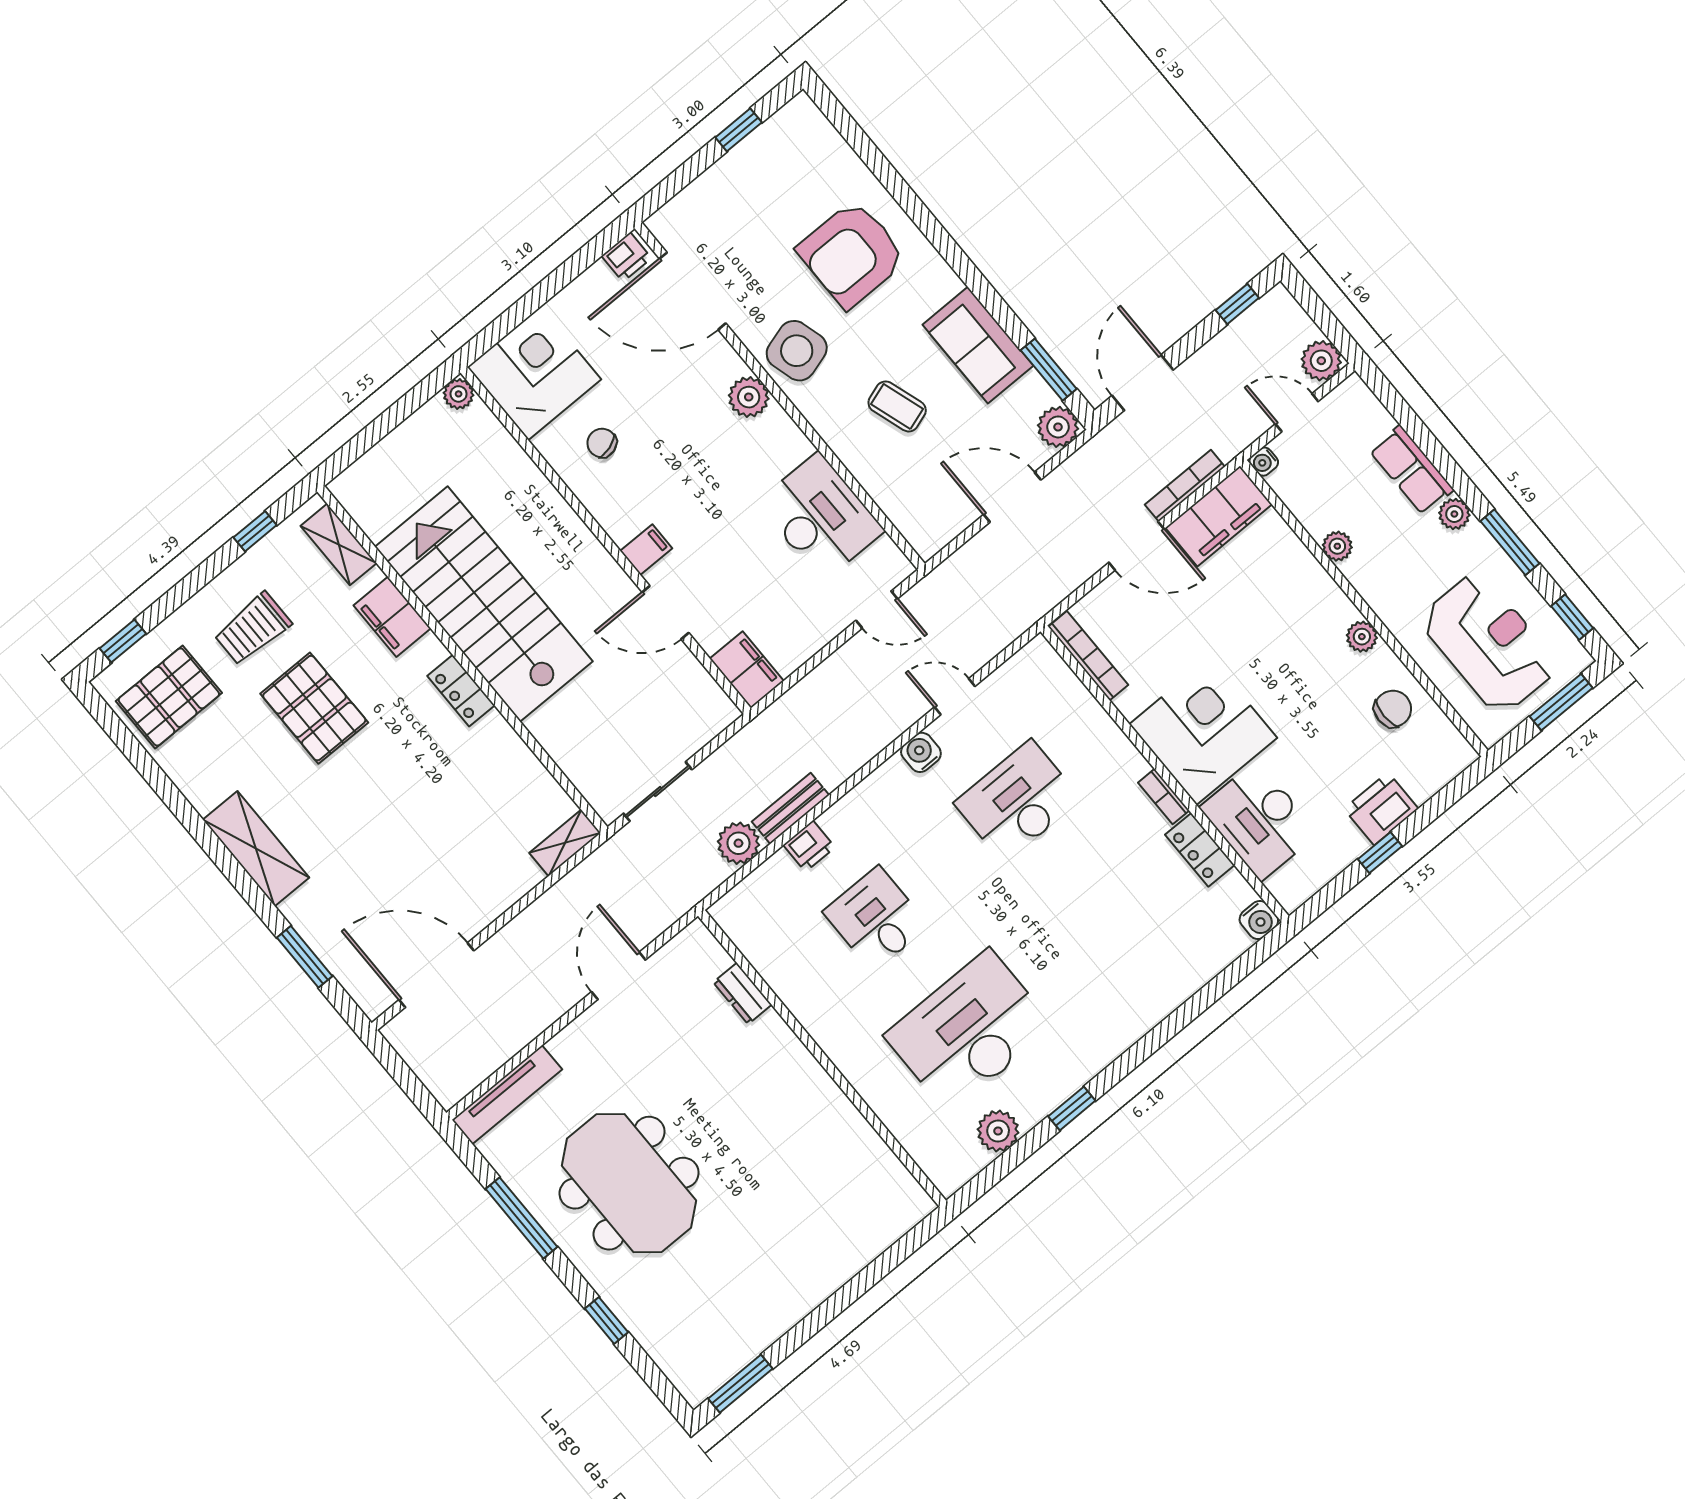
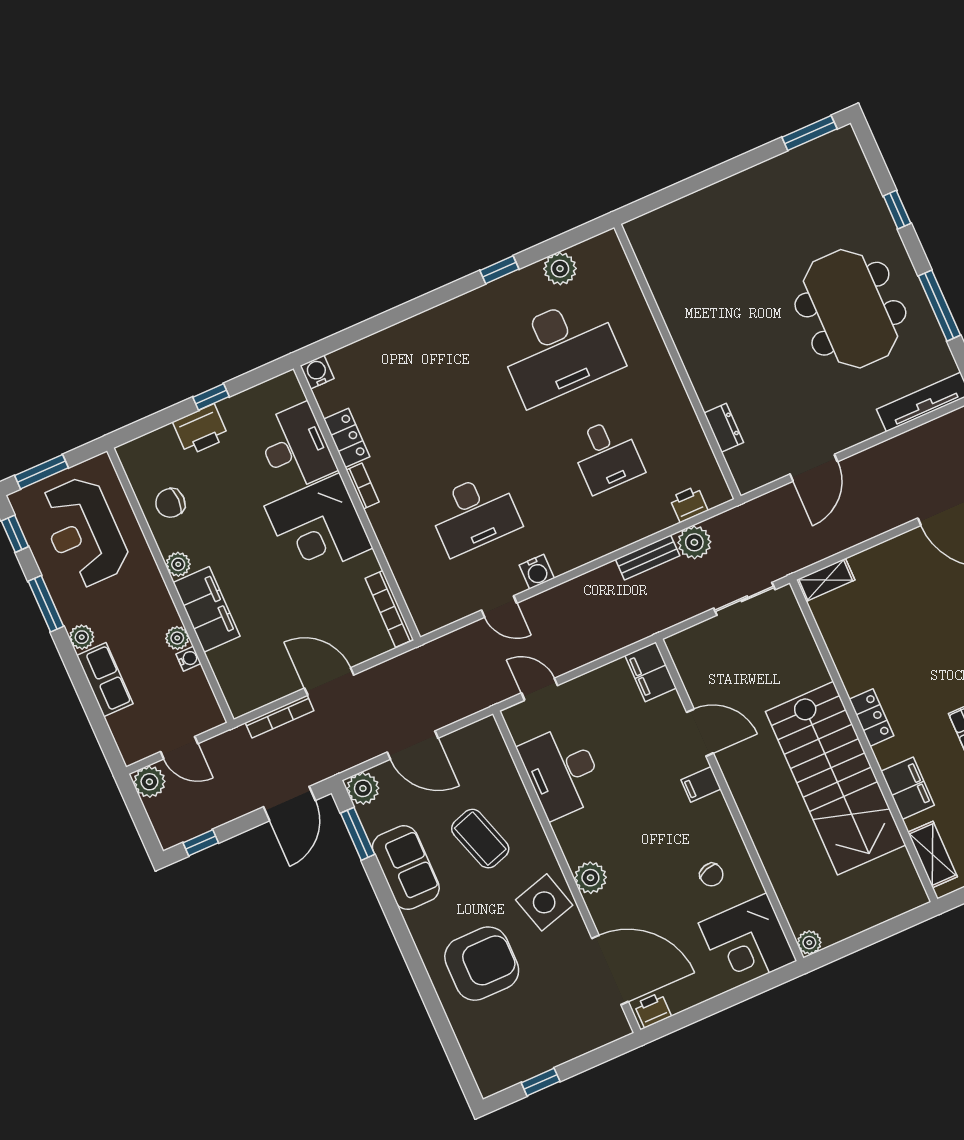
coffee table: (897, 406) -> (480, 839), width x1.36, depth x1.30
water cooler: (1264, 462) -> (189, 659), moved
filing cabinet: (1219, 516) -> (207, 609), moved, turned 90
printer: (809, 846) -> (689, 504), moved

